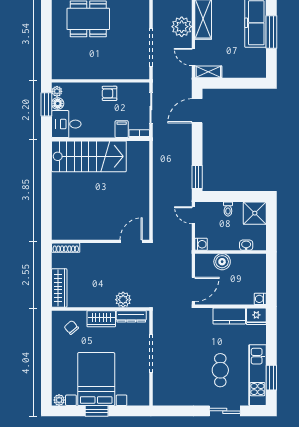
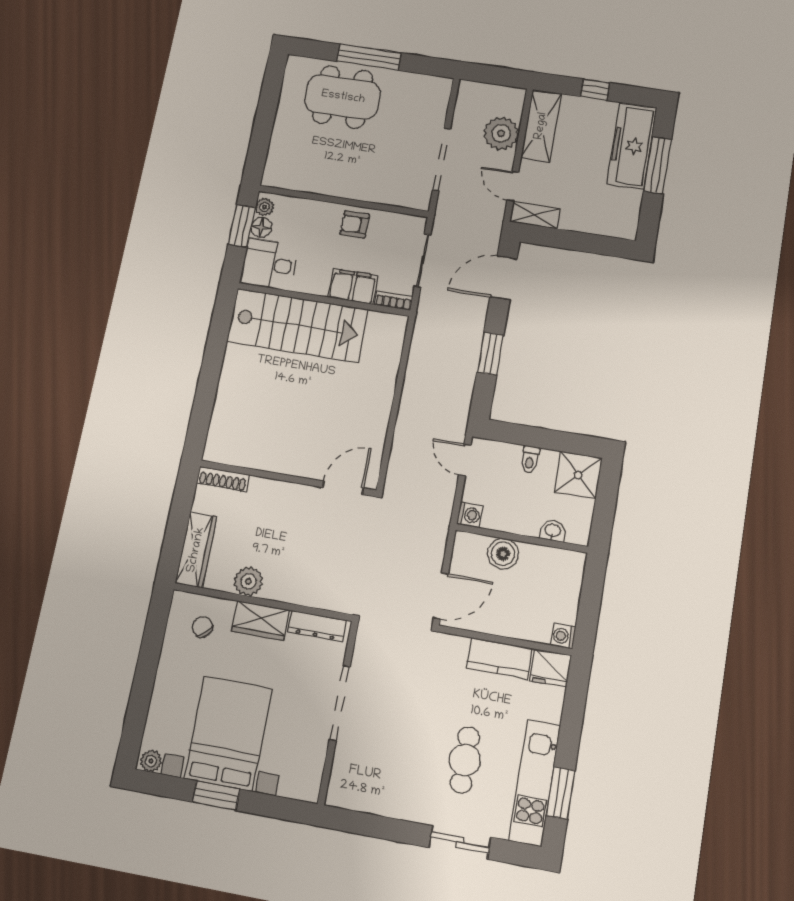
filing cabinet: (122, 129) -> (353, 286), width x2.00
window: (197, 177) -> (490, 354), moved
plant: (123, 300) -> (248, 581), moved

